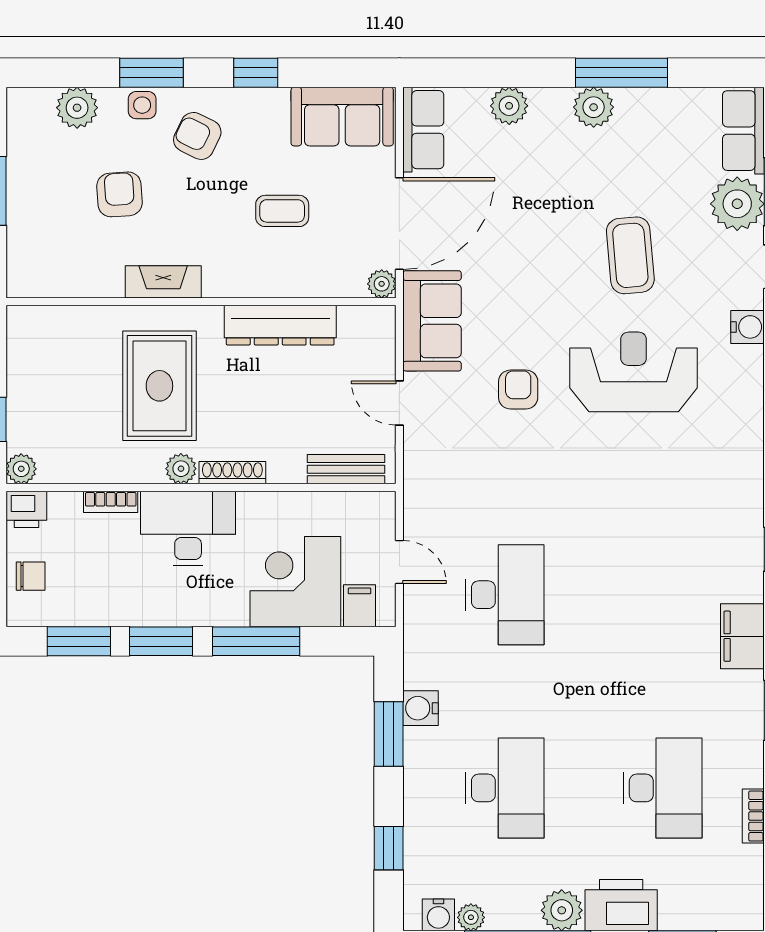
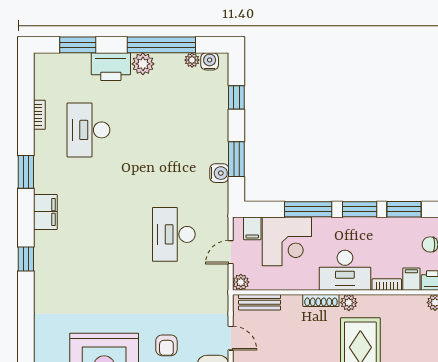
plant: (381, 506) -> (241, 282), added
filing cabinet: (65, 512) -> (411, 279), added
door: (399, 562) -> (231, 252), hinge flipped
desk: (505, 788) -> (174, 130), removed

